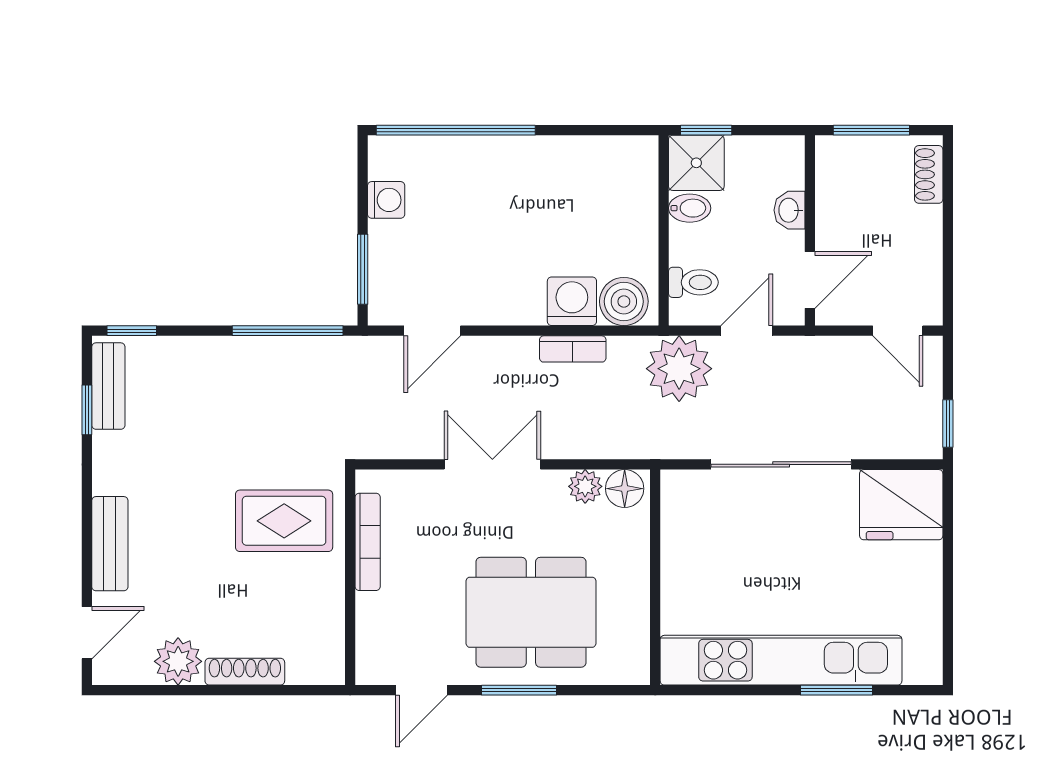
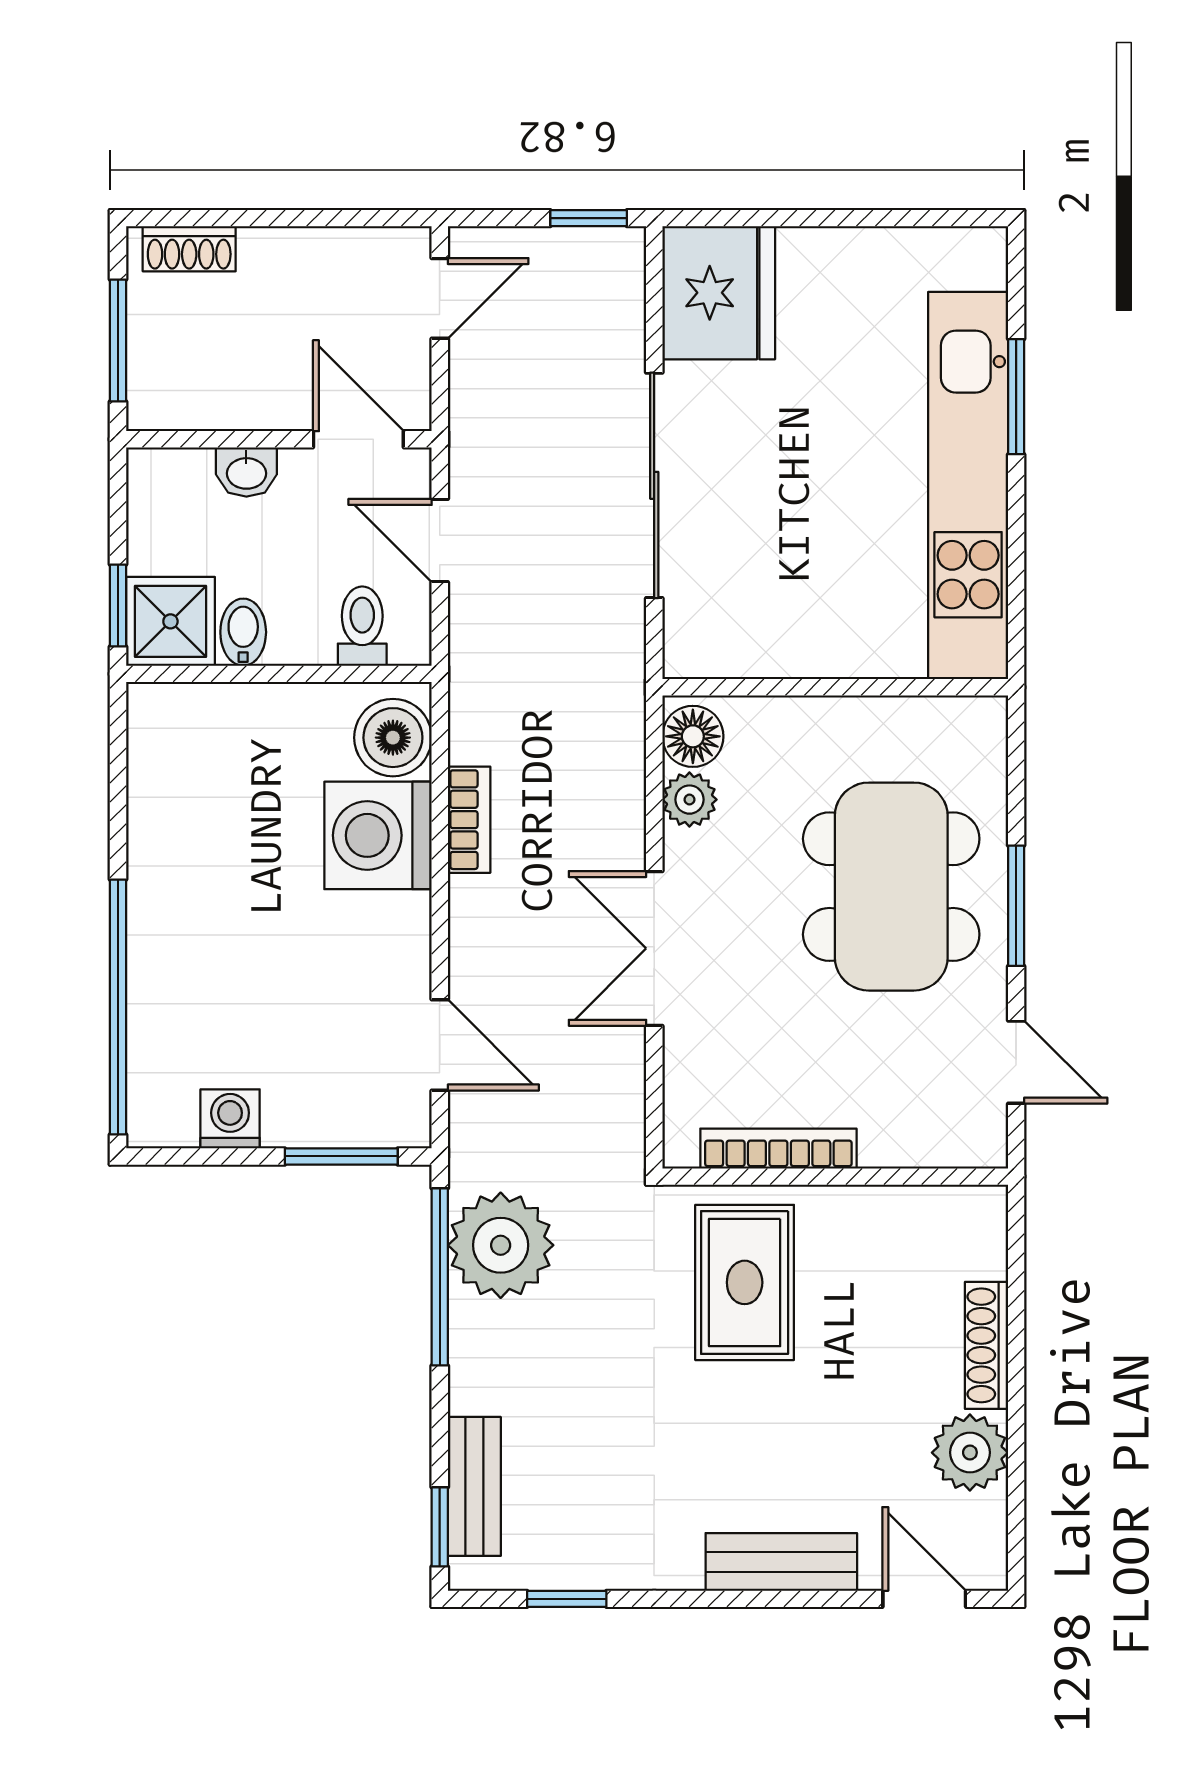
washing machine: (572, 301) -> (378, 835), width x1.37, depth x1.37
plant: (679, 369) -> (501, 1245), moved
bench: (108, 386) -> (474, 1486), moved, turned 90

